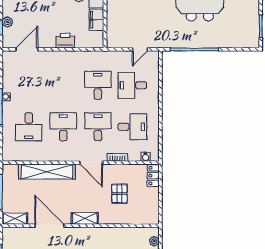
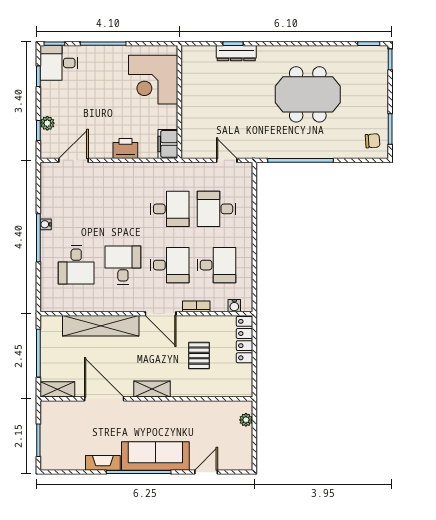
filing cabinet: (97, 20) -> (168, 144), moved
chair: (248, 35) -> (373, 141), added
door: (140, 49) -> (227, 160), swing flipped
desk: (98, 85) -> (170, 209), turned 90
desk: (98, 127) -> (170, 265), turned 90
locker: (153, 176) -> (244, 340), width x1.53

